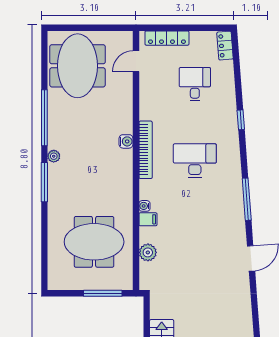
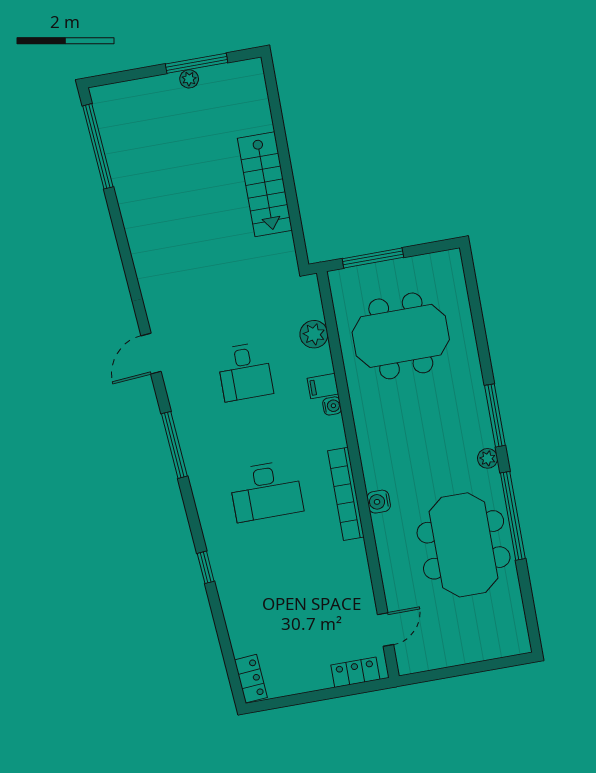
locker: (167, 38) -> (355, 672), width x0.66
meeting table: (78, 66) -> (464, 545), moved
desk: (195, 84) -> (245, 372), moved

